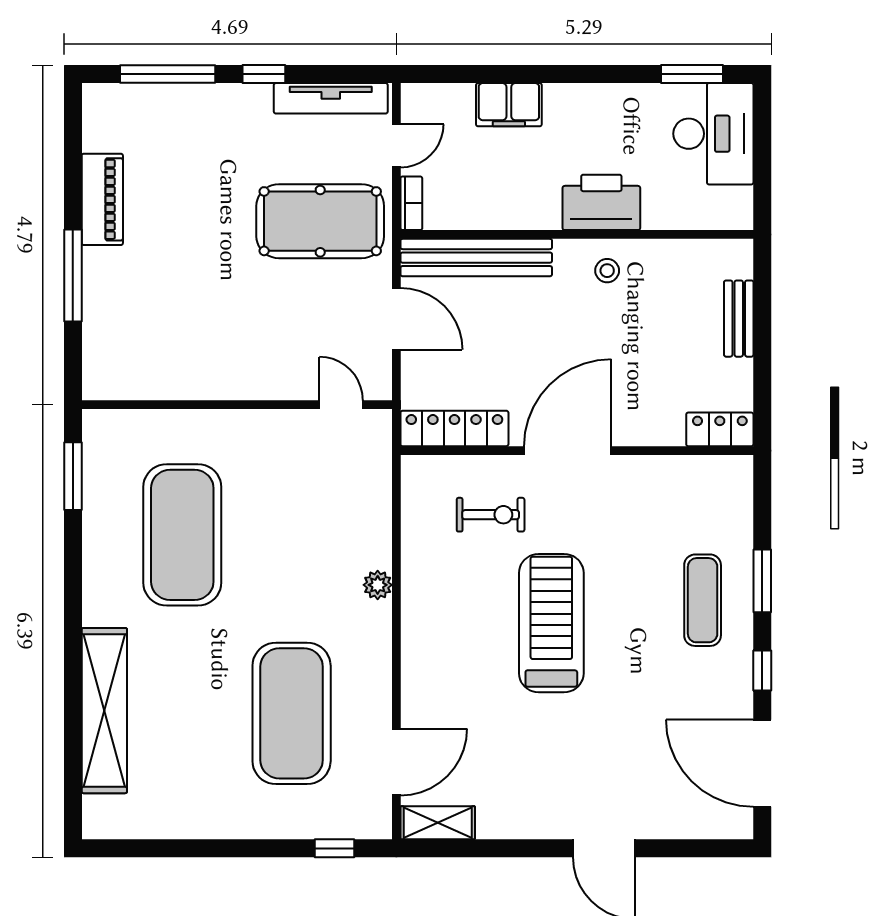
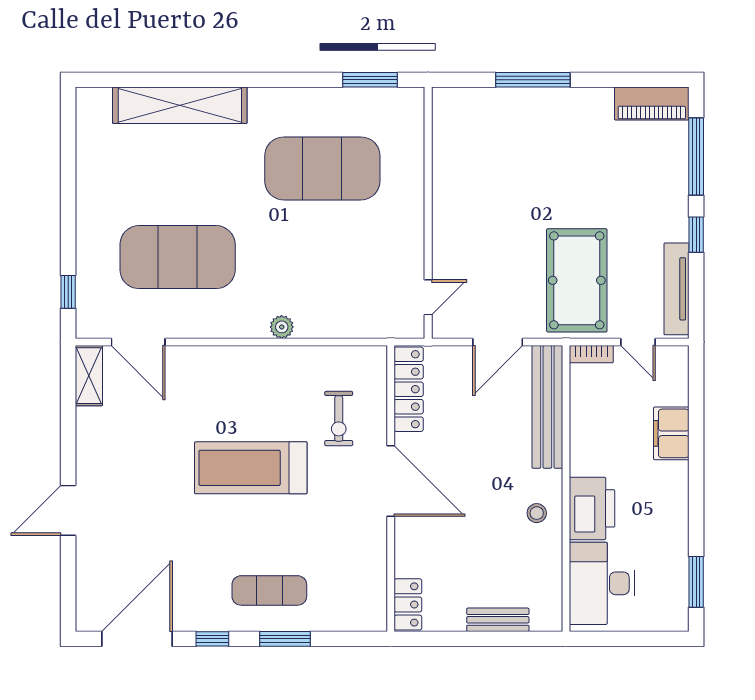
desk: (713, 134) -> (602, 583), moved, turned 90
piano: (102, 199) -> (652, 104), moved
treadmill: (551, 623) -> (251, 468), turned 180

